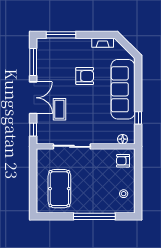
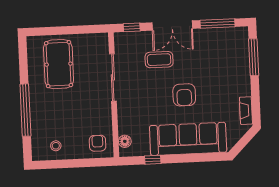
armchair: (85, 76) -> (184, 95), moved
pool table: (59, 189) -> (59, 64), turned 90

